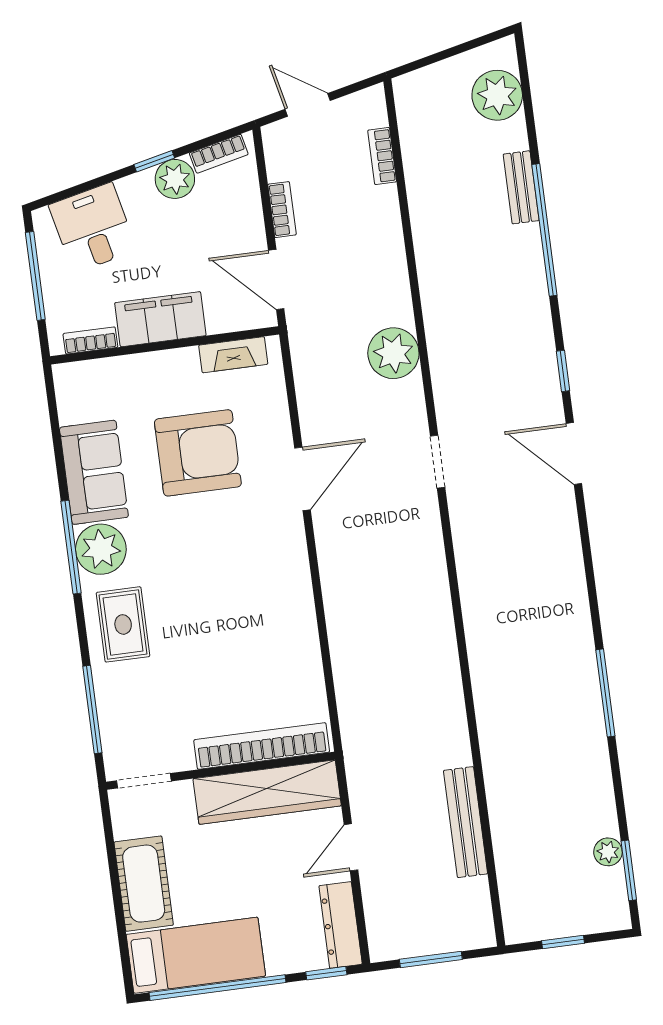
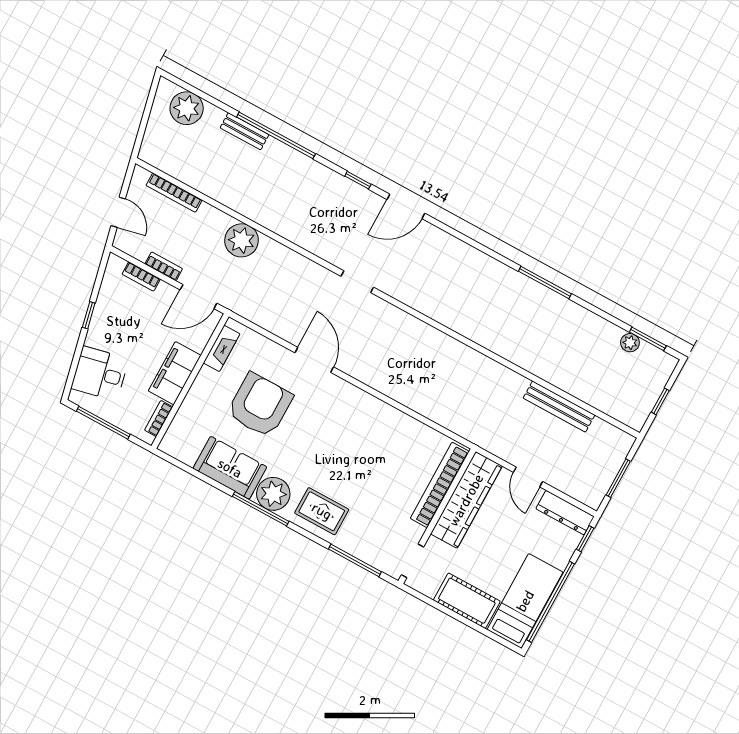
door: (308, 105) -> (118, 212), swing flipped
bookcase: (219, 154) -> (141, 276), moved, turned 103
bookcase: (382, 156) -> (174, 193), width x1.56
plant: (175, 179) -> (106, 311), removed
plant: (393, 353) -> (242, 240), moved

